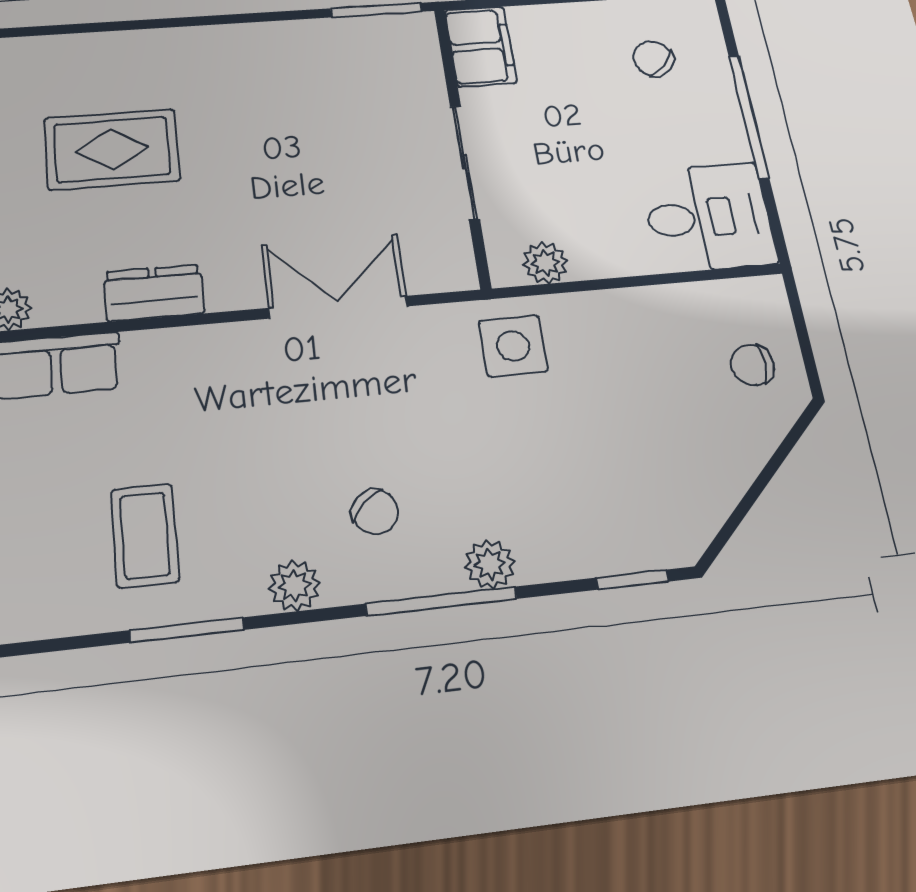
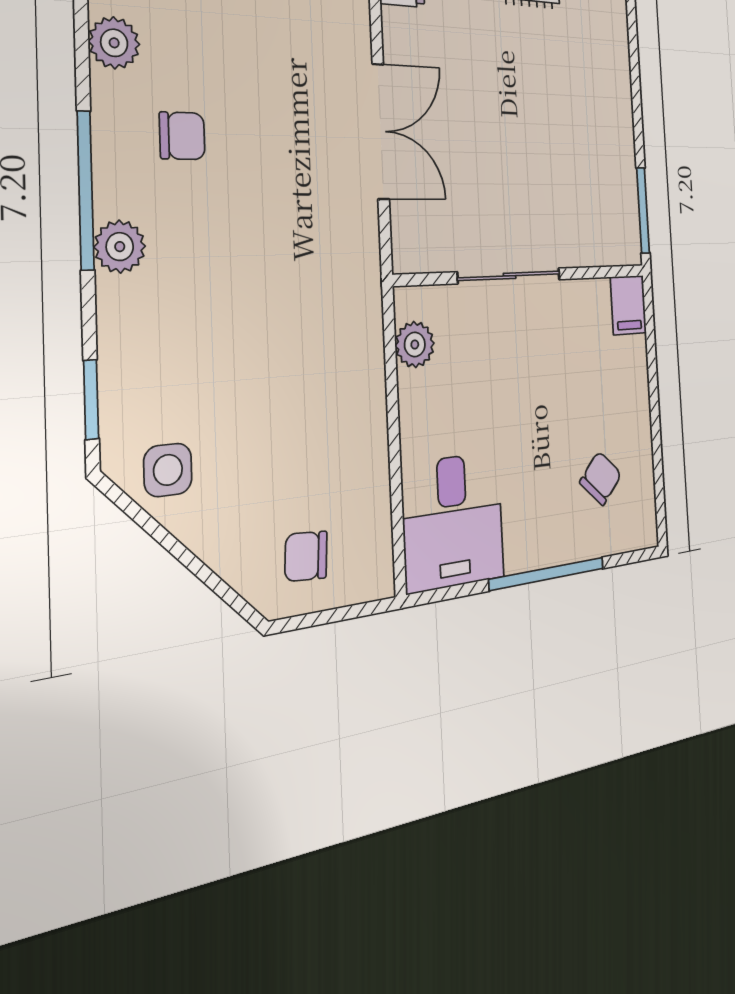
filing cabinet: (481, 46) -> (628, 305), width x0.50
side table: (513, 346) -> (168, 470), moved, width x0.73, depth x0.73
chair: (752, 365) -> (306, 556), turned -86
chair: (375, 512) -> (182, 136), turned -137

